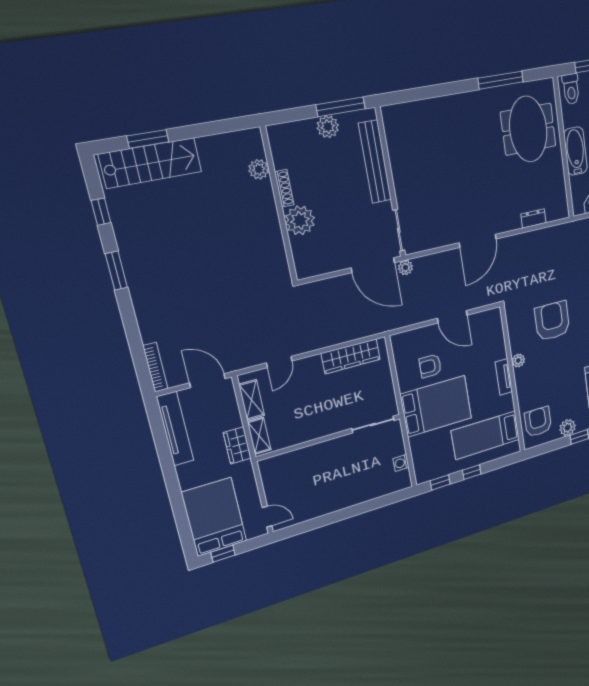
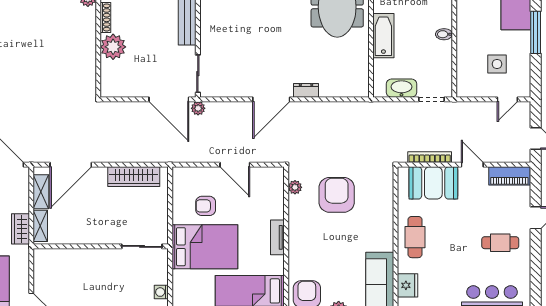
dresser: (533, 218) -> (306, 90), moved
plant: (518, 360) -> (295, 187), moved
door: (279, 362) -> (71, 165), width x1.87

